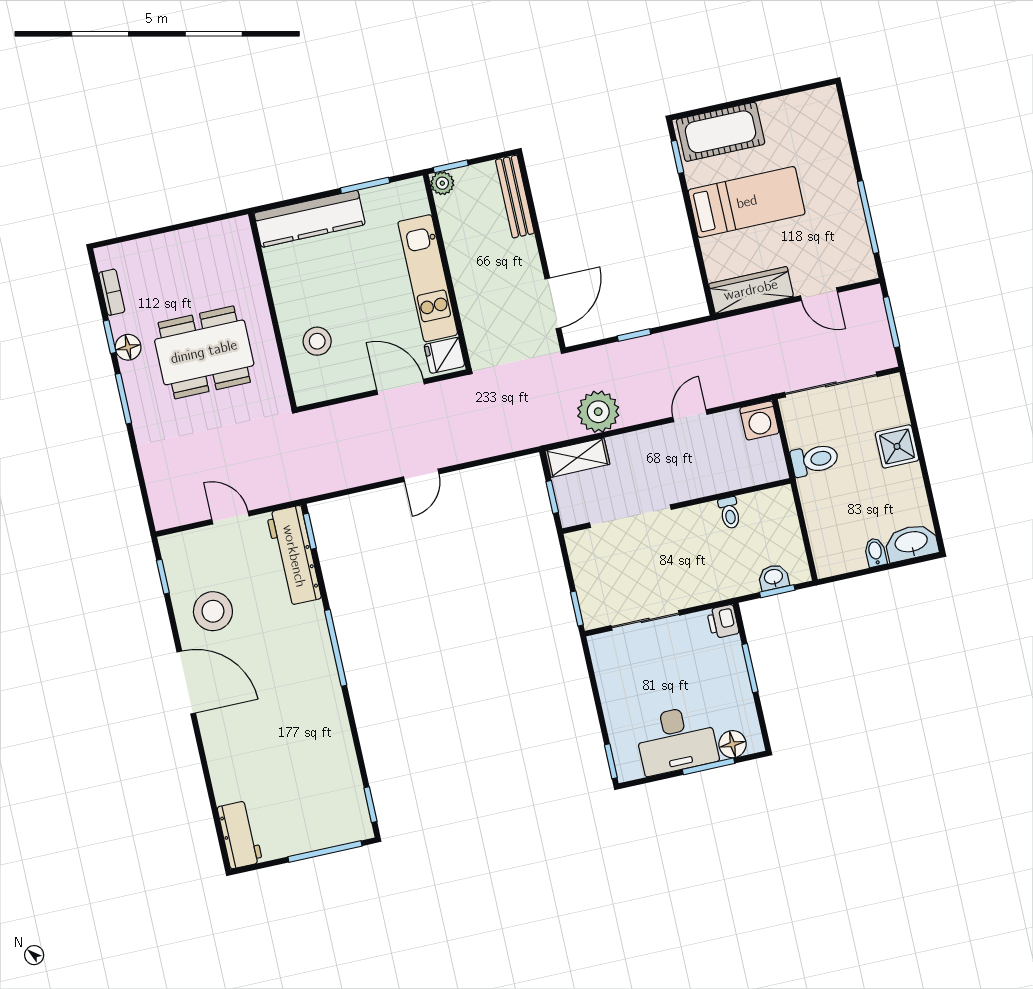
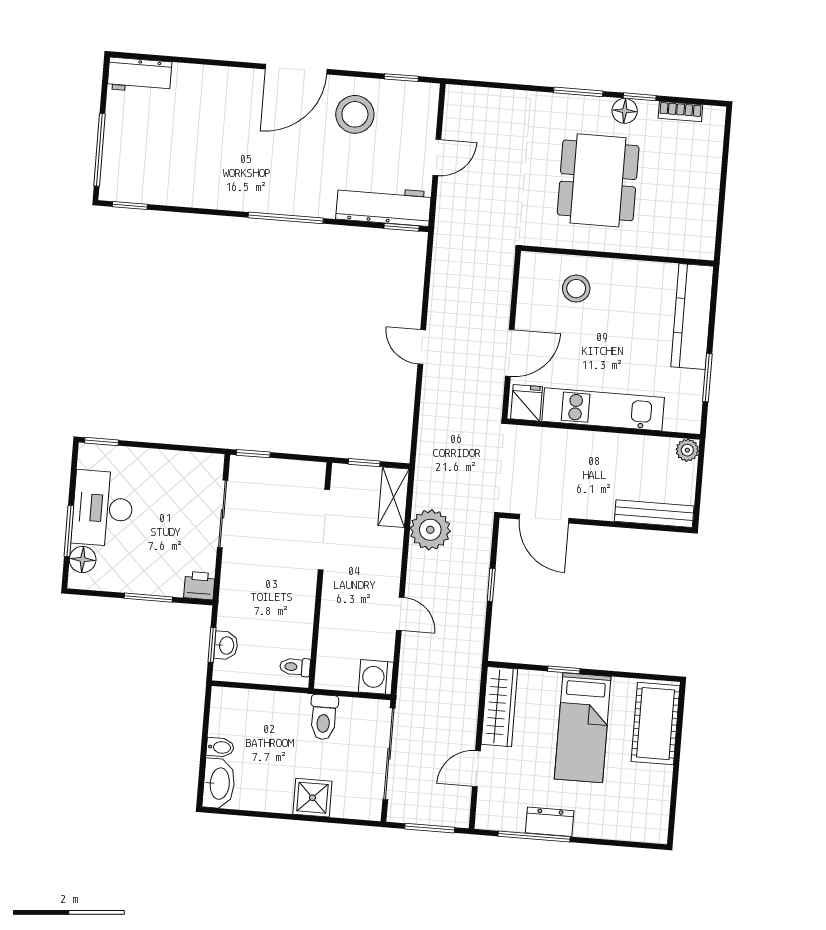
window: (677, 157) -> (564, 670), moved
window: (451, 166) -> (701, 463), removed
dresser: (849, 206) -> (550, 822), added
toilet: (730, 513) -> (295, 667), moved

